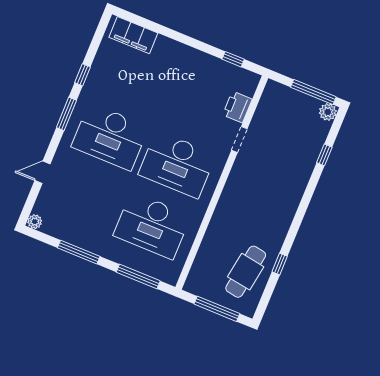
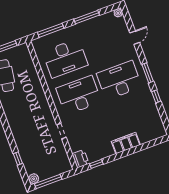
filing cabinet: (133, 35) -> (126, 143), moved
printer: (237, 107) -> (81, 159), moved
desk: (152, 226) -> (65, 58), turned 180

